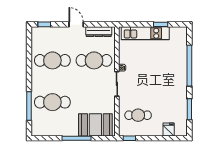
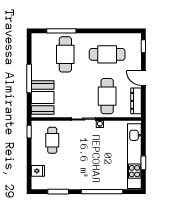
door: (76, 24) -> (143, 78), swing flipped
kitchen unit: (145, 33) -> (134, 156), width x1.36
cafe table: (52, 60) -> (107, 54), turned 90

